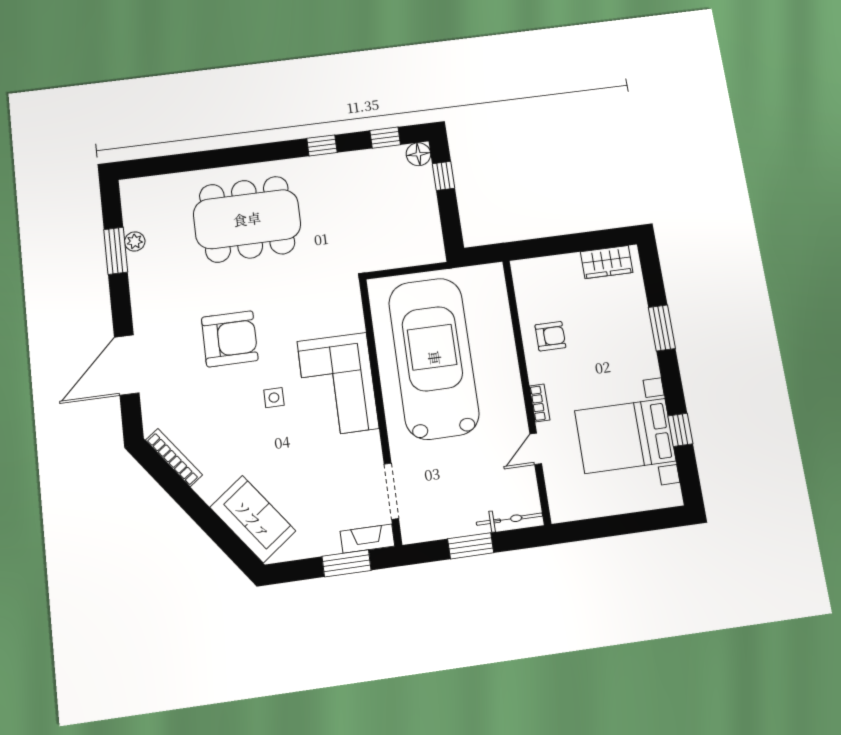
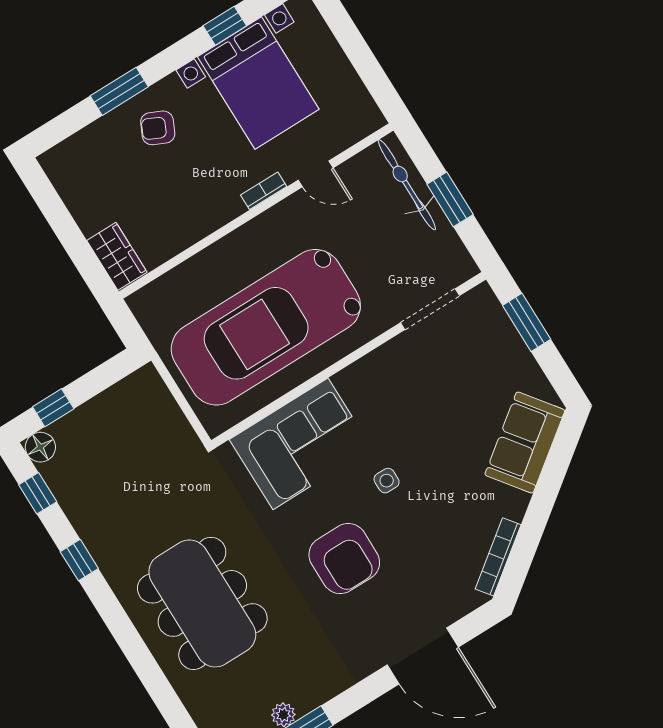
wardrobe: (607, 262) -> (117, 256), moved
armchair: (550, 336) -> (158, 128), moved, turned -65
armchair: (230, 339) -> (344, 559), turned 180
corner sofa: (338, 385) -> (301, 444), moved
bicycle: (509, 519) -> (407, 185), width x1.37, depth x1.40
fireplace: (367, 539) -> (491, 312), removed

